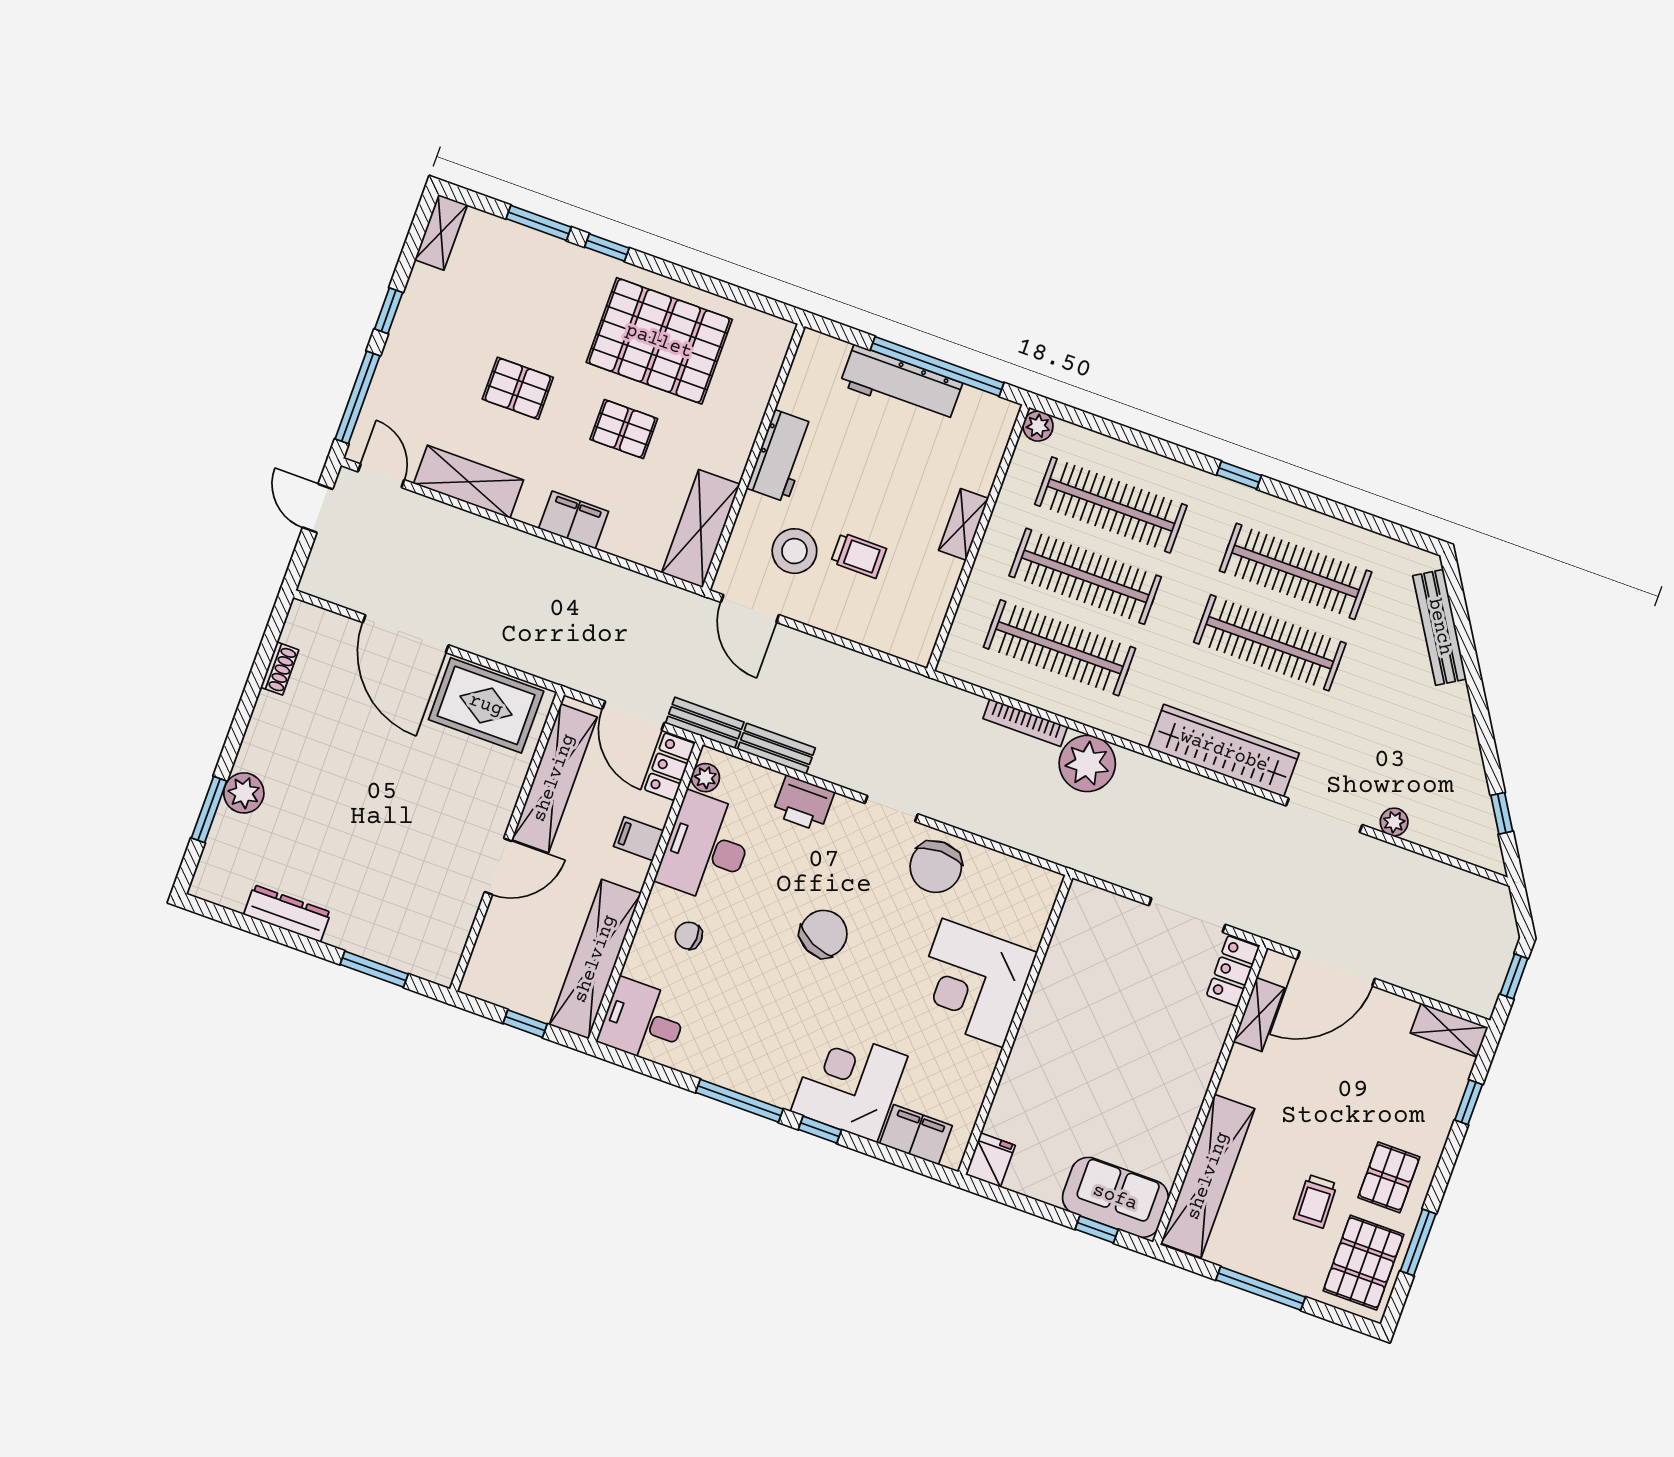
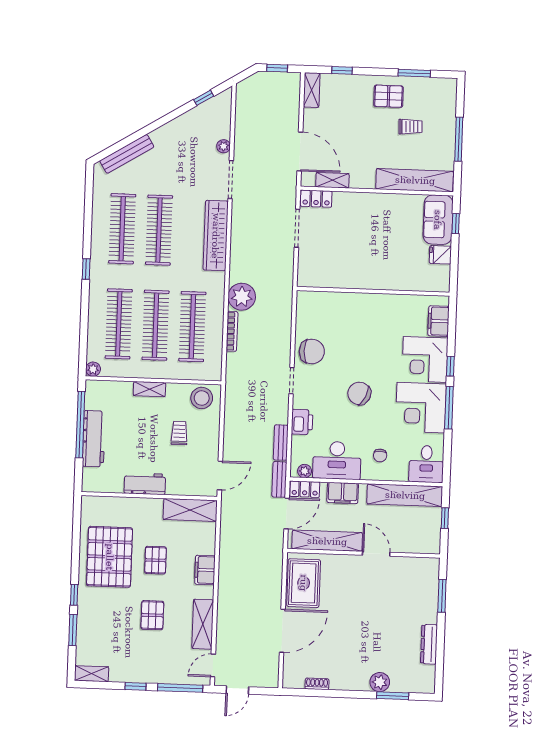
stool: (794, 551) -> (202, 398), moved
filing cabinet: (639, 839) -> (343, 493), width x2.00
corner desk: (973, 983) -> (421, 408), moved, turned 90
fridge: (990, 1160) -> (440, 255), moved
pallet: (1363, 1263) -> (432, 95), removed

